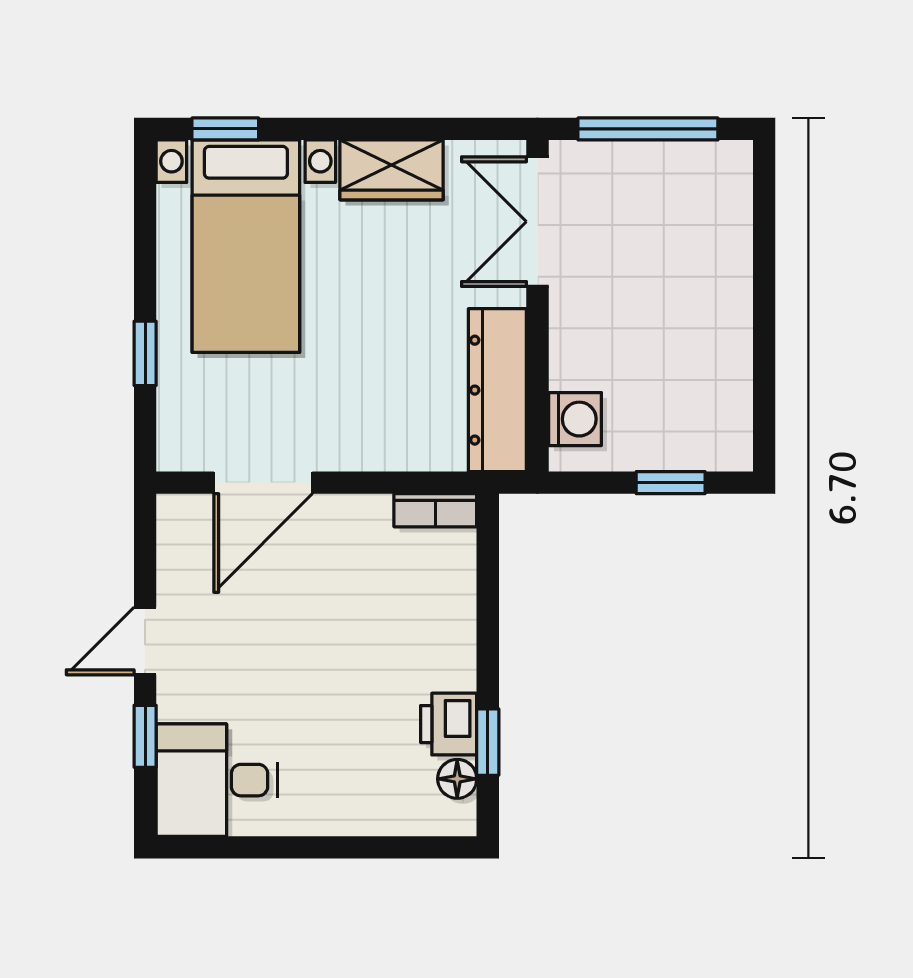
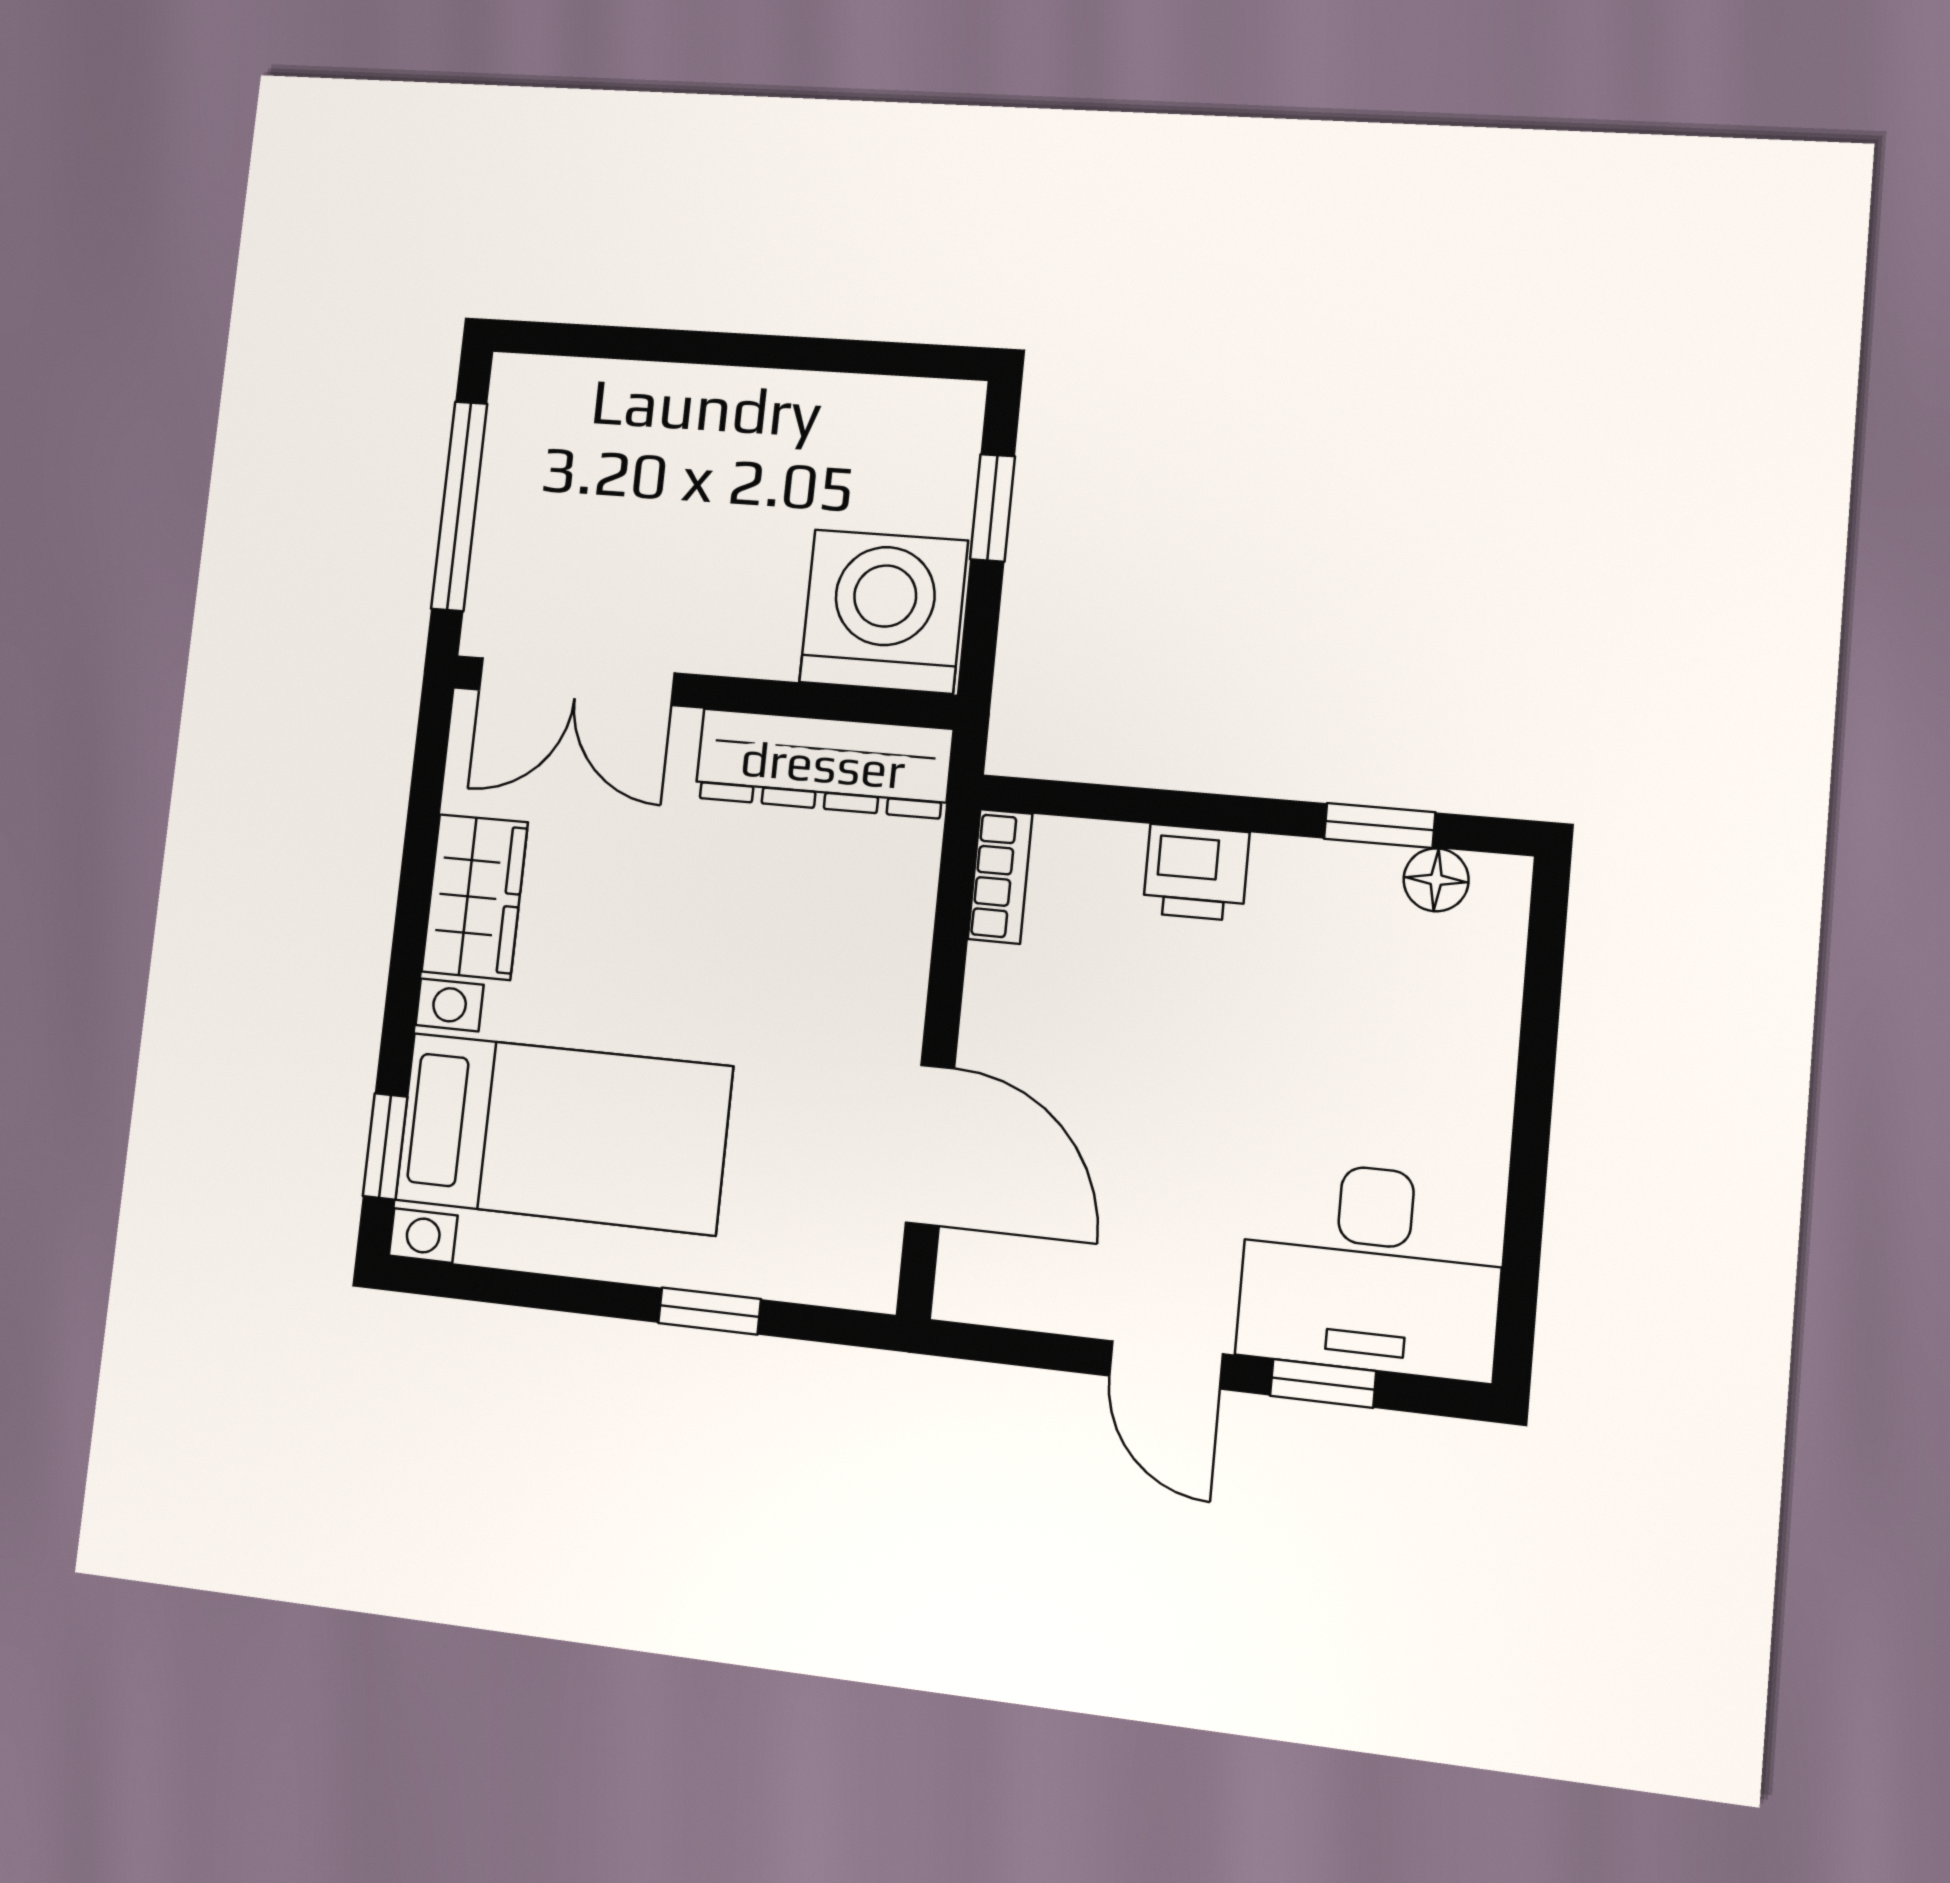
washing machine: (575, 419) -> (884, 611), width x1.89, depth x1.89
printer: (449, 724) -> (1196, 873), moved
desk: (217, 780) -> (1371, 1269), width x1.37

